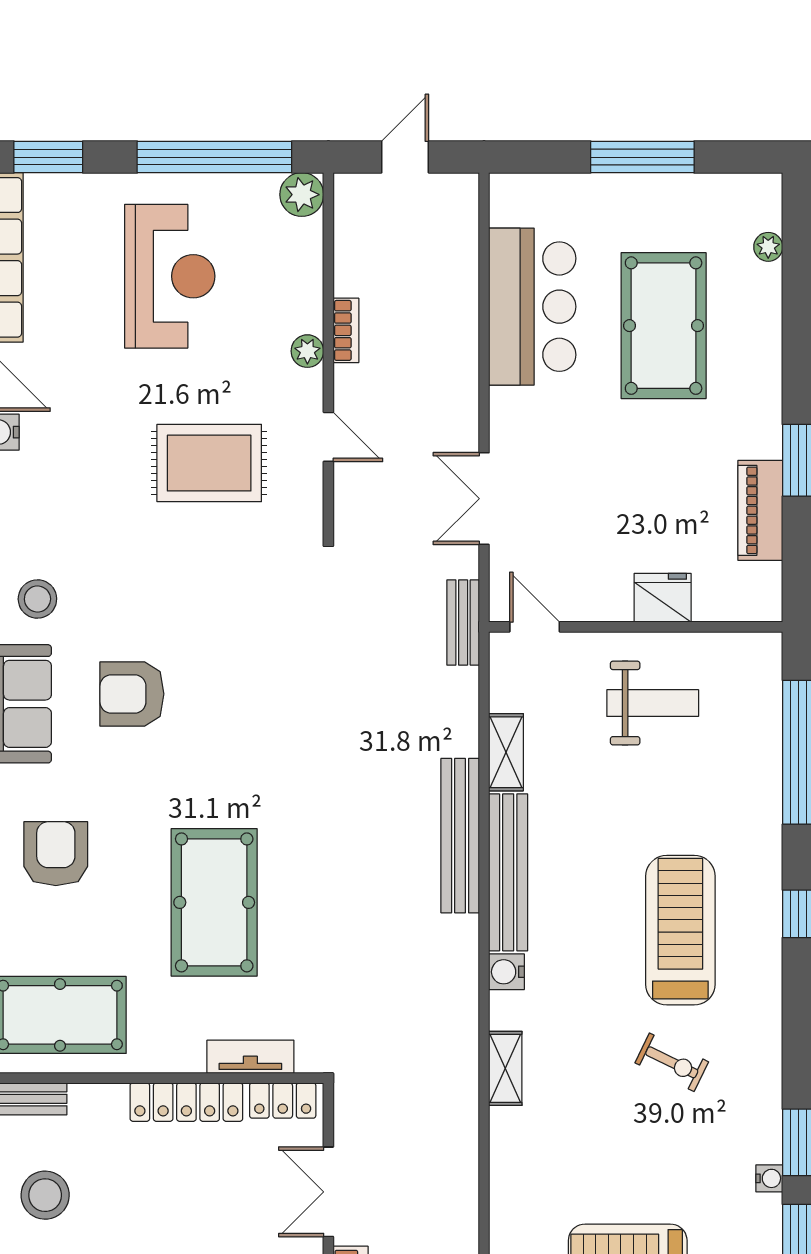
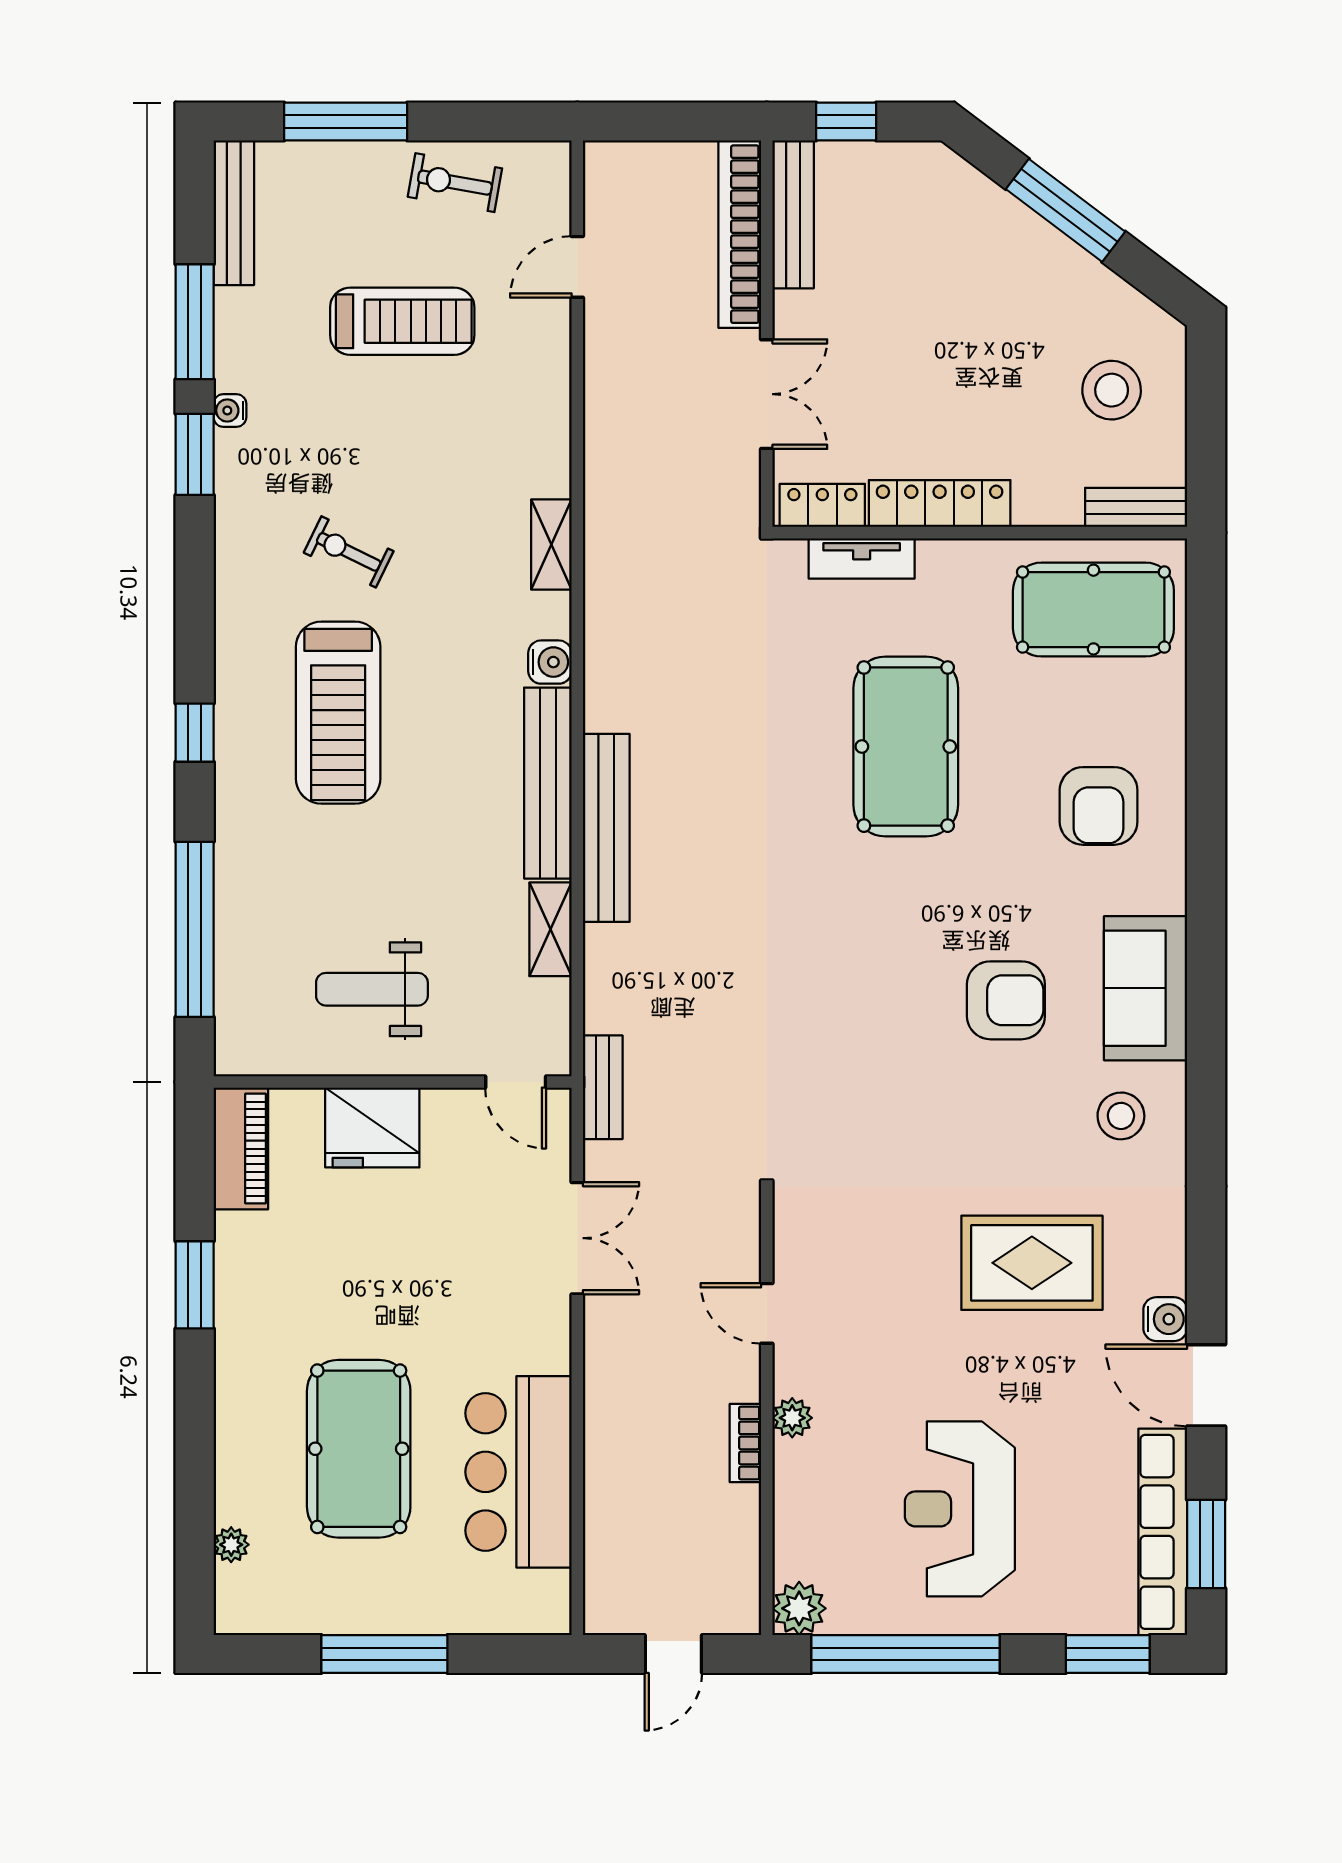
rug: (209, 463) -> (1032, 1263), moved
piano: (760, 510) -> (241, 1149), moved
fridge: (663, 598) -> (372, 1128), width x1.36, depth x1.34

